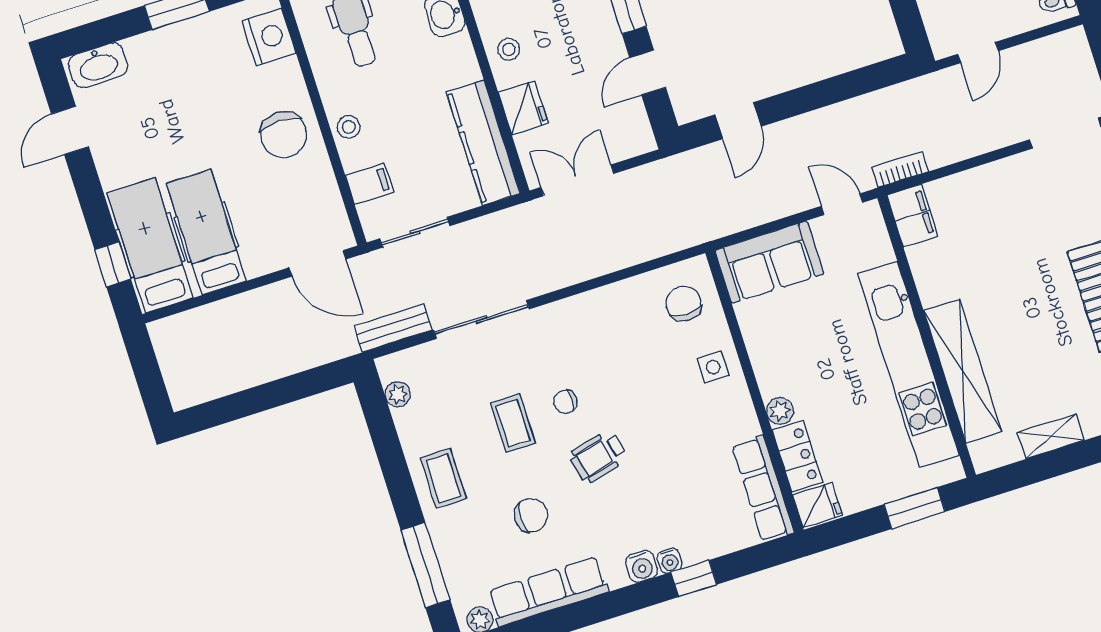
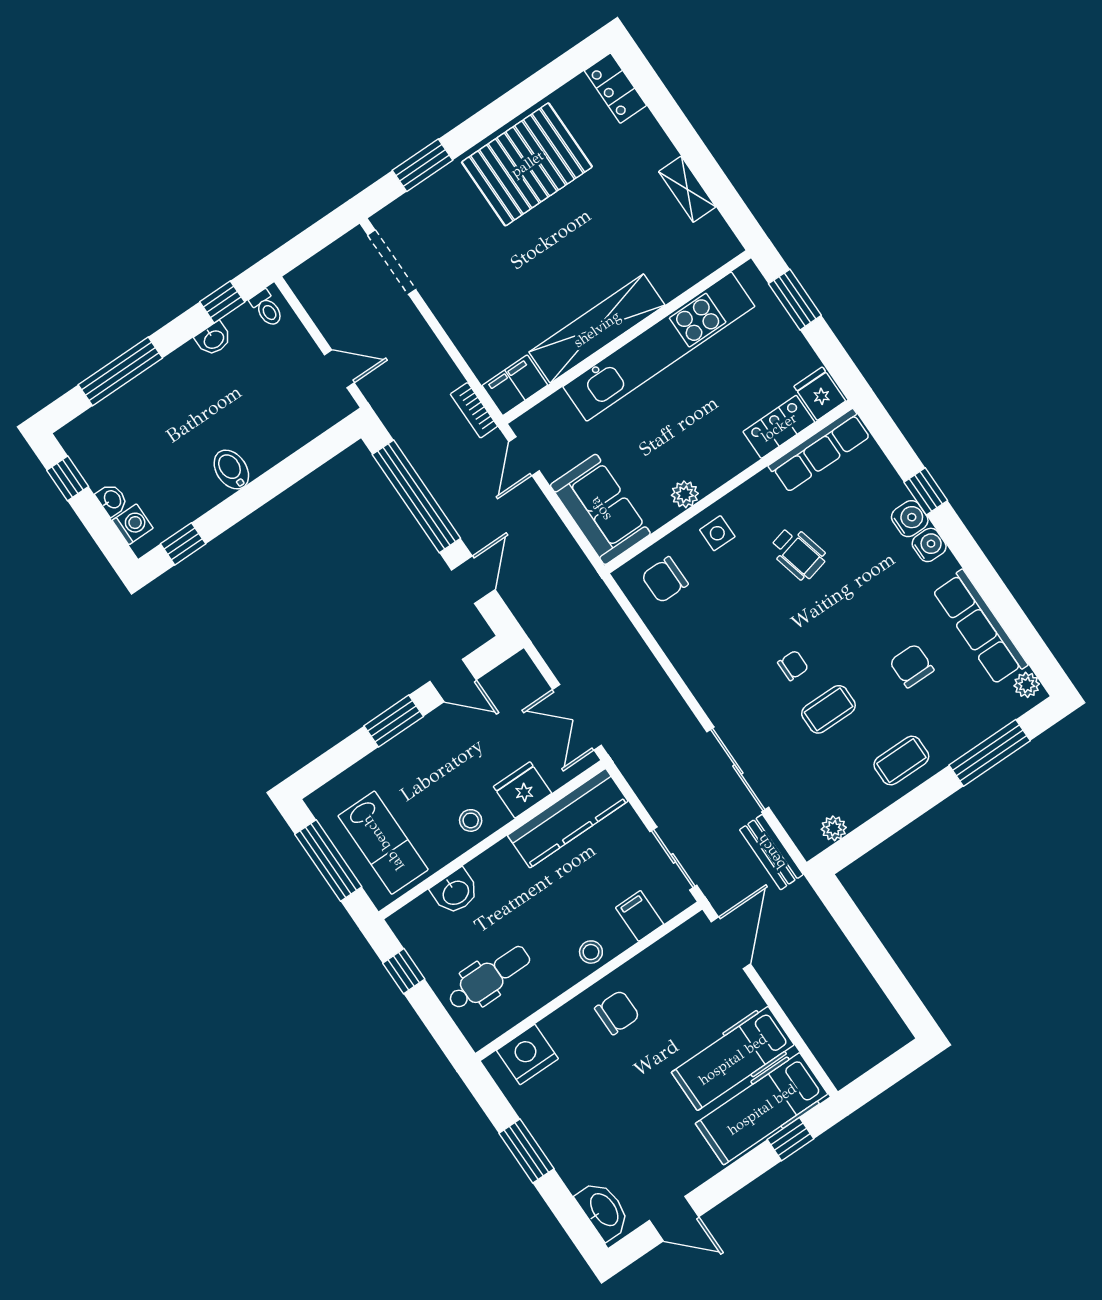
window: (834, 90) -> (416, 496), added
door: (738, 121) -> (473, 580), hinge flipped
chair: (283, 135) -> (617, 1012), width x0.73, depth x0.73
shelving: (963, 371) -> (597, 329), moved
chair: (565, 402) -> (793, 665), turned -90
plant: (780, 411) -> (685, 494), moved
wheelchair: (598, 456) -> (798, 553), moved
water cooler: (670, 561) -> (910, 519), width x1.38, depth x1.38

